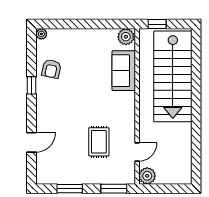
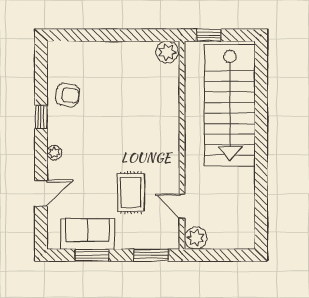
plant: (41, 34) -> (54, 153), moved
armchair: (51, 69) -> (67, 95), turned -92
sofa: (124, 71) -> (88, 234), moved, turned 90
door: (137, 152) -> (182, 206), swing flipped

